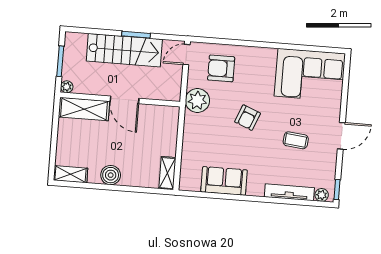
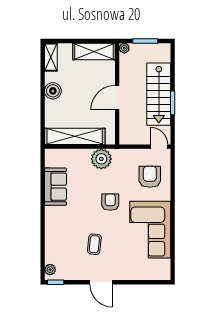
corner sofa: (310, 75) -> (150, 230), moved
plant: (197, 100) -> (101, 159), moved
shelving: (84, 109) -> (94, 51), moved, turned 90
armchair: (248, 118) -> (110, 202), turned 68
shelving: (167, 173) -> (75, 136), width x2.20, depth x1.33
tv unit: (289, 192) -> (50, 242), removed

